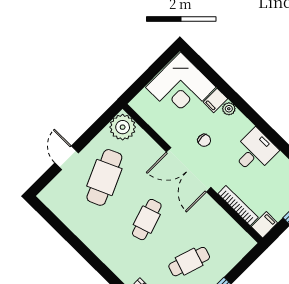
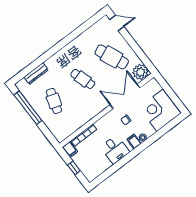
filing cabinet: (215, 100) -> (134, 141), moved
door: (67, 158) -> (117, 23), moved
double door: (189, 170) -> (125, 96), moved

